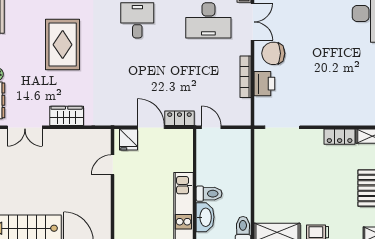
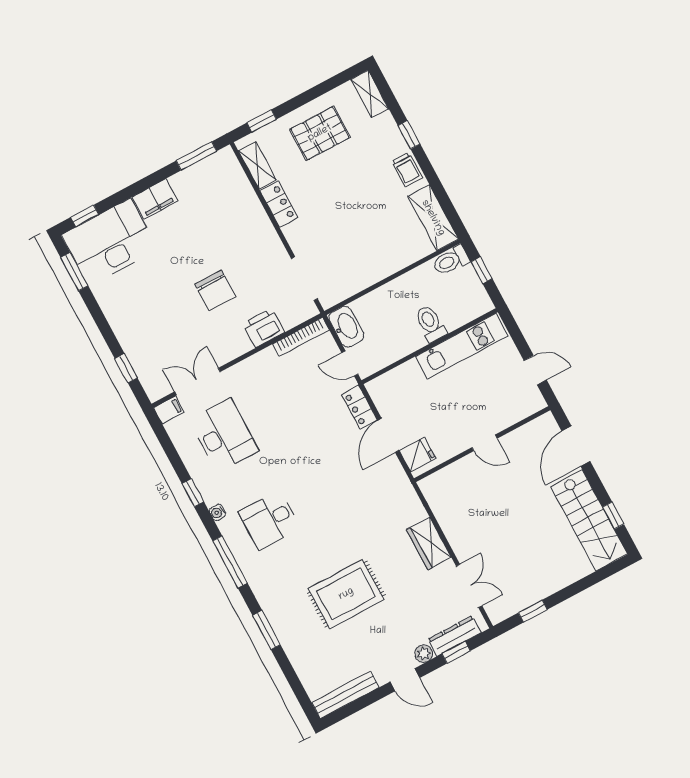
chair: (273, 53) -> (215, 290), moved
bookcase: (246, 77) -> (301, 337), moved
door: (211, 127) -> (350, 363), hinge flipped
door: (113, 165) -> (484, 443), moved
washbasin: (205, 217) -> (346, 327), moved, turned 90

